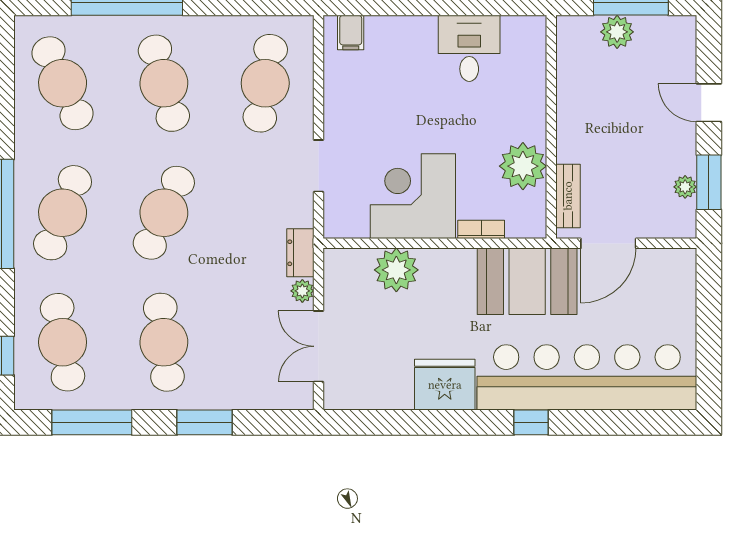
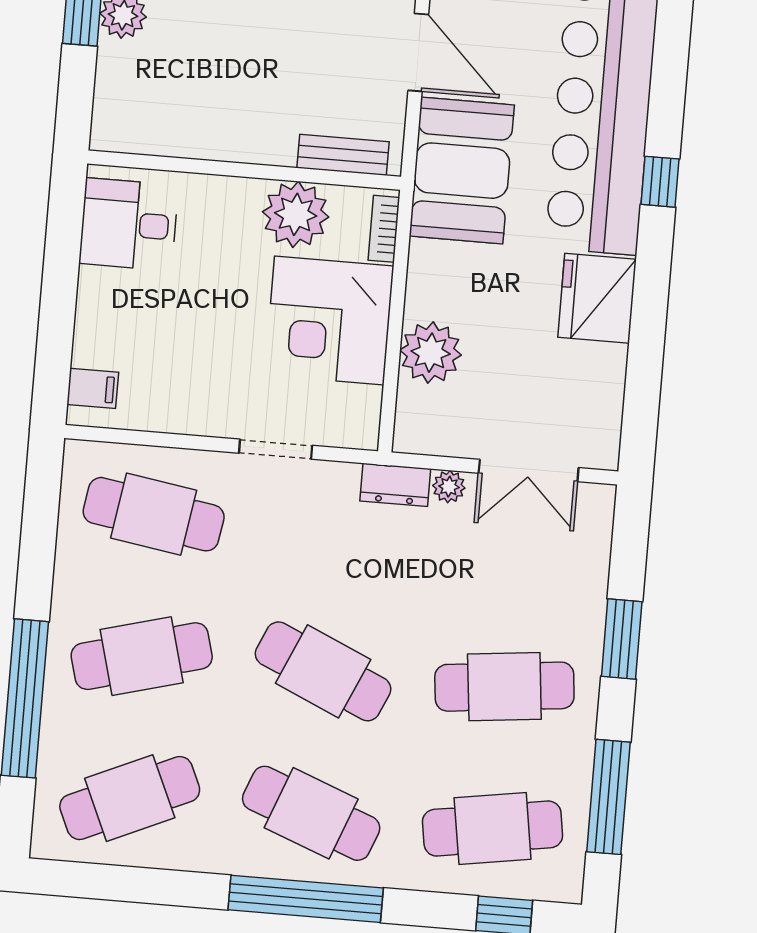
wall: (551, 127) -> (244, 170), moved
plant: (523, 166) -> (296, 214), moved
bench: (568, 196) -> (343, 155), moved

